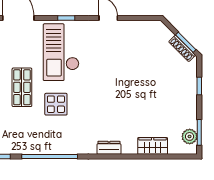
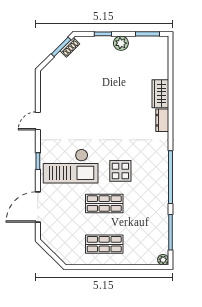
shoe rack: (182, 48) -> (70, 47), width x0.70
plant: (190, 136) -> (121, 43), moved
wardrobe: (153, 146) -> (160, 94), moved

